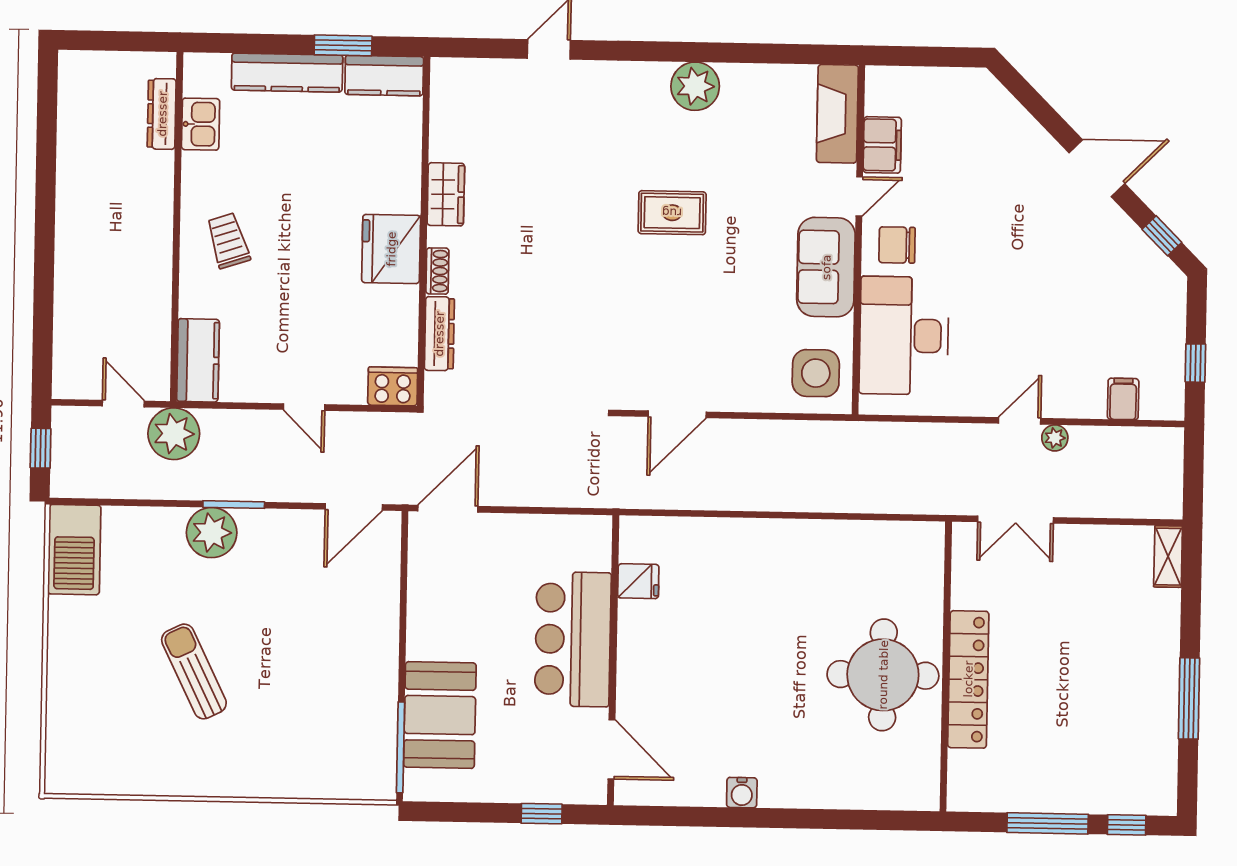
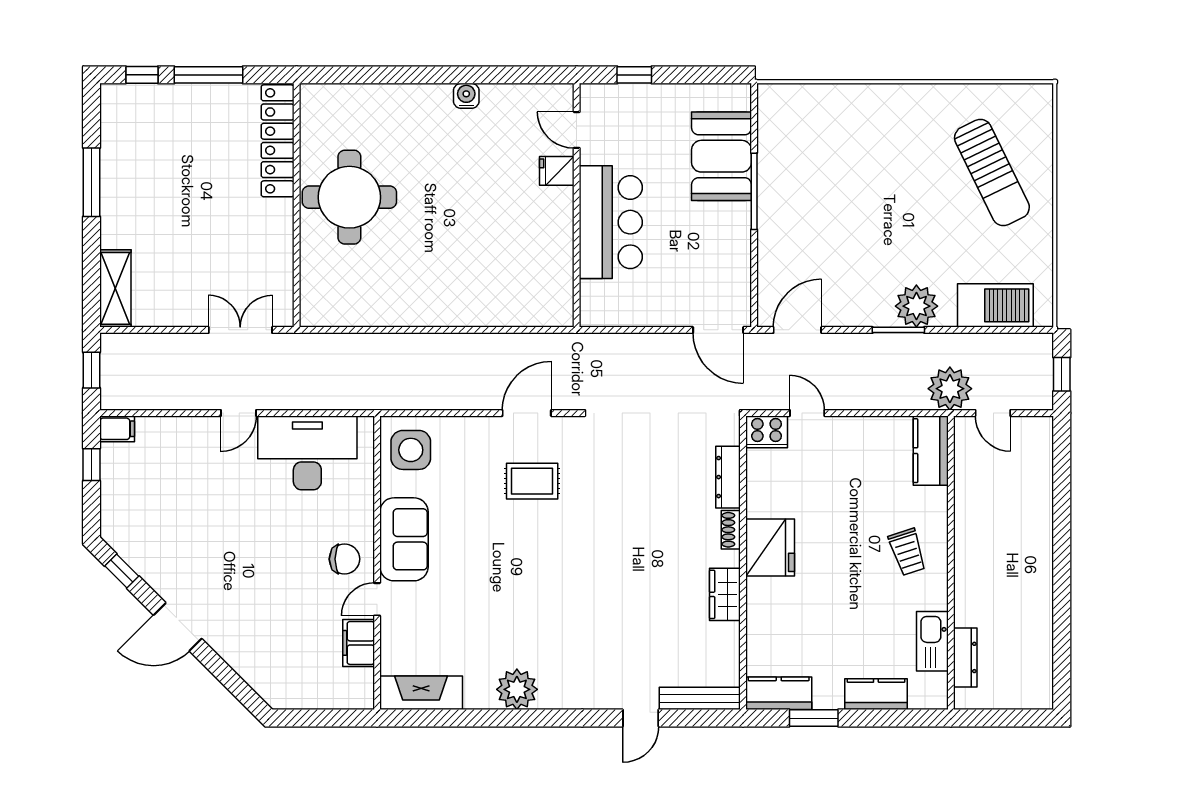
bench: (478, 71) -> (700, 698), added
kitchen counter: (287, 73) -> (876, 694), width x0.67
fireplace: (837, 114) -> (421, 693), moved, turned -90
kitchen sink: (201, 124) -> (932, 641), width x1.38
rug: (672, 213) -> (532, 481), moved
desk: (904, 336) -> (307, 453), moved, turned -90
filing cabinet: (1123, 399) -> (117, 429), moved, turned -90
door: (304, 407) -> (807, 413), moved
plant: (1055, 438) -> (209, 399), removed
window: (1193, 475) -> (92, 370), added
door: (448, 509) -> (718, 330), hinge flipped
barbecue: (74, 550) -> (995, 305), moved, turned 90
shelving: (1168, 557) -> (115, 288), width x1.50, depth x1.33
fridge: (638, 581) -> (557, 171), moved
sun lounger: (194, 671) -> (992, 173), moved, width x1.36, depth x1.34
locker: (968, 679) -> (278, 141), moved
window: (401, 747) -> (754, 191), moved
door: (611, 749) -> (577, 130), width x0.73

